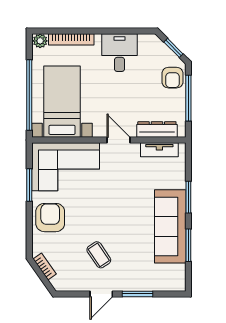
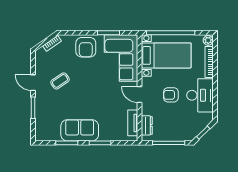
desk: (120, 53) -> (200, 95), width x1.37
armchair: (172, 78) -> (171, 95), moved
dresser: (157, 130) -> (147, 125), width x0.70
door: (118, 140) -> (140, 95), swing flipped
armchair: (50, 218) -> (86, 47), turned 90
sofa: (170, 226) -> (80, 130), width x0.73

